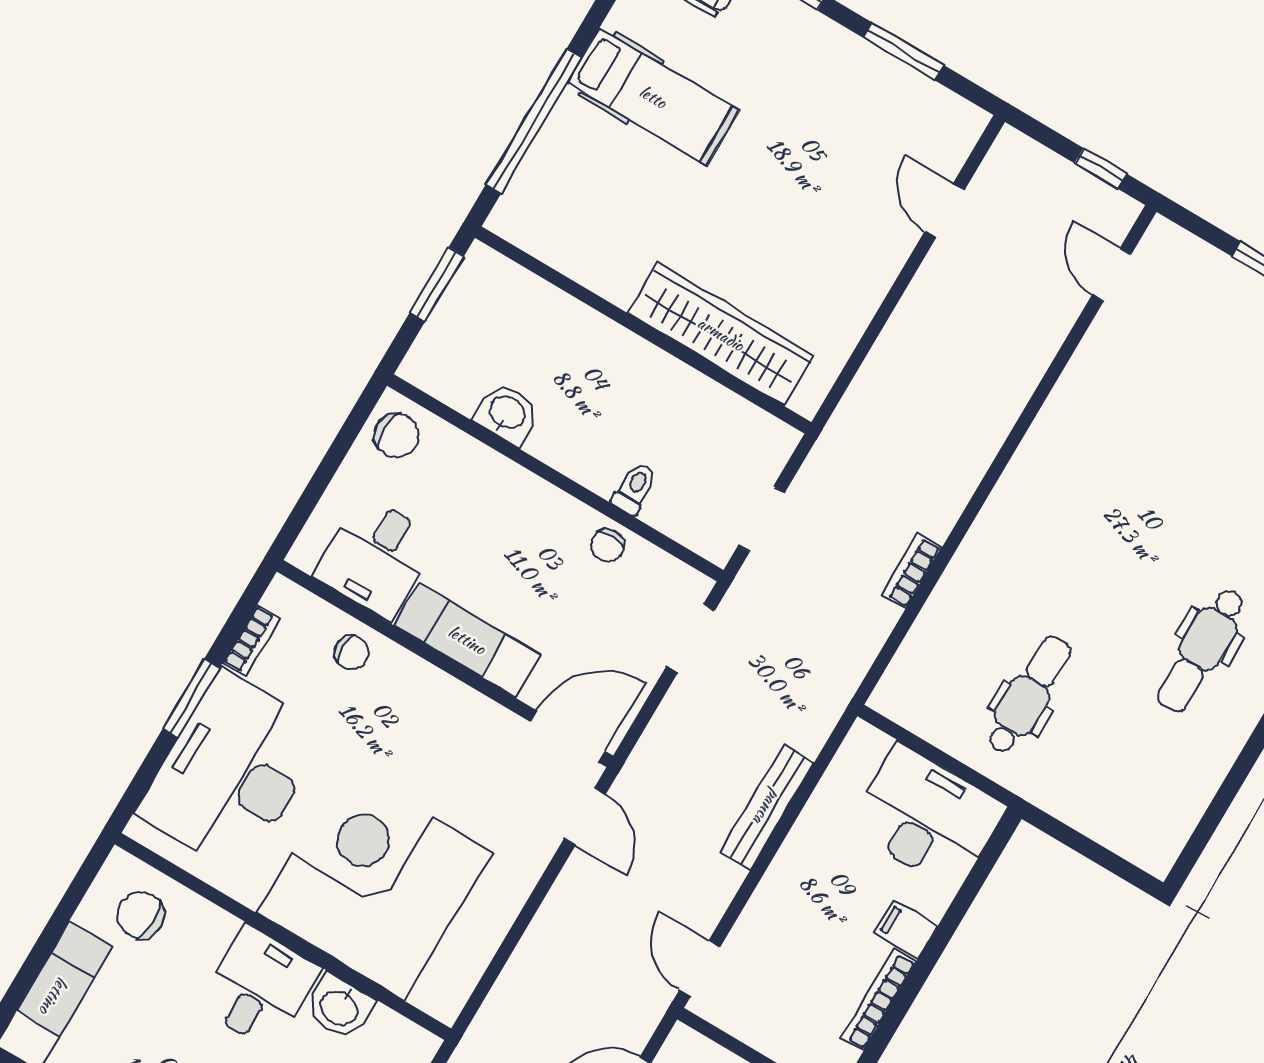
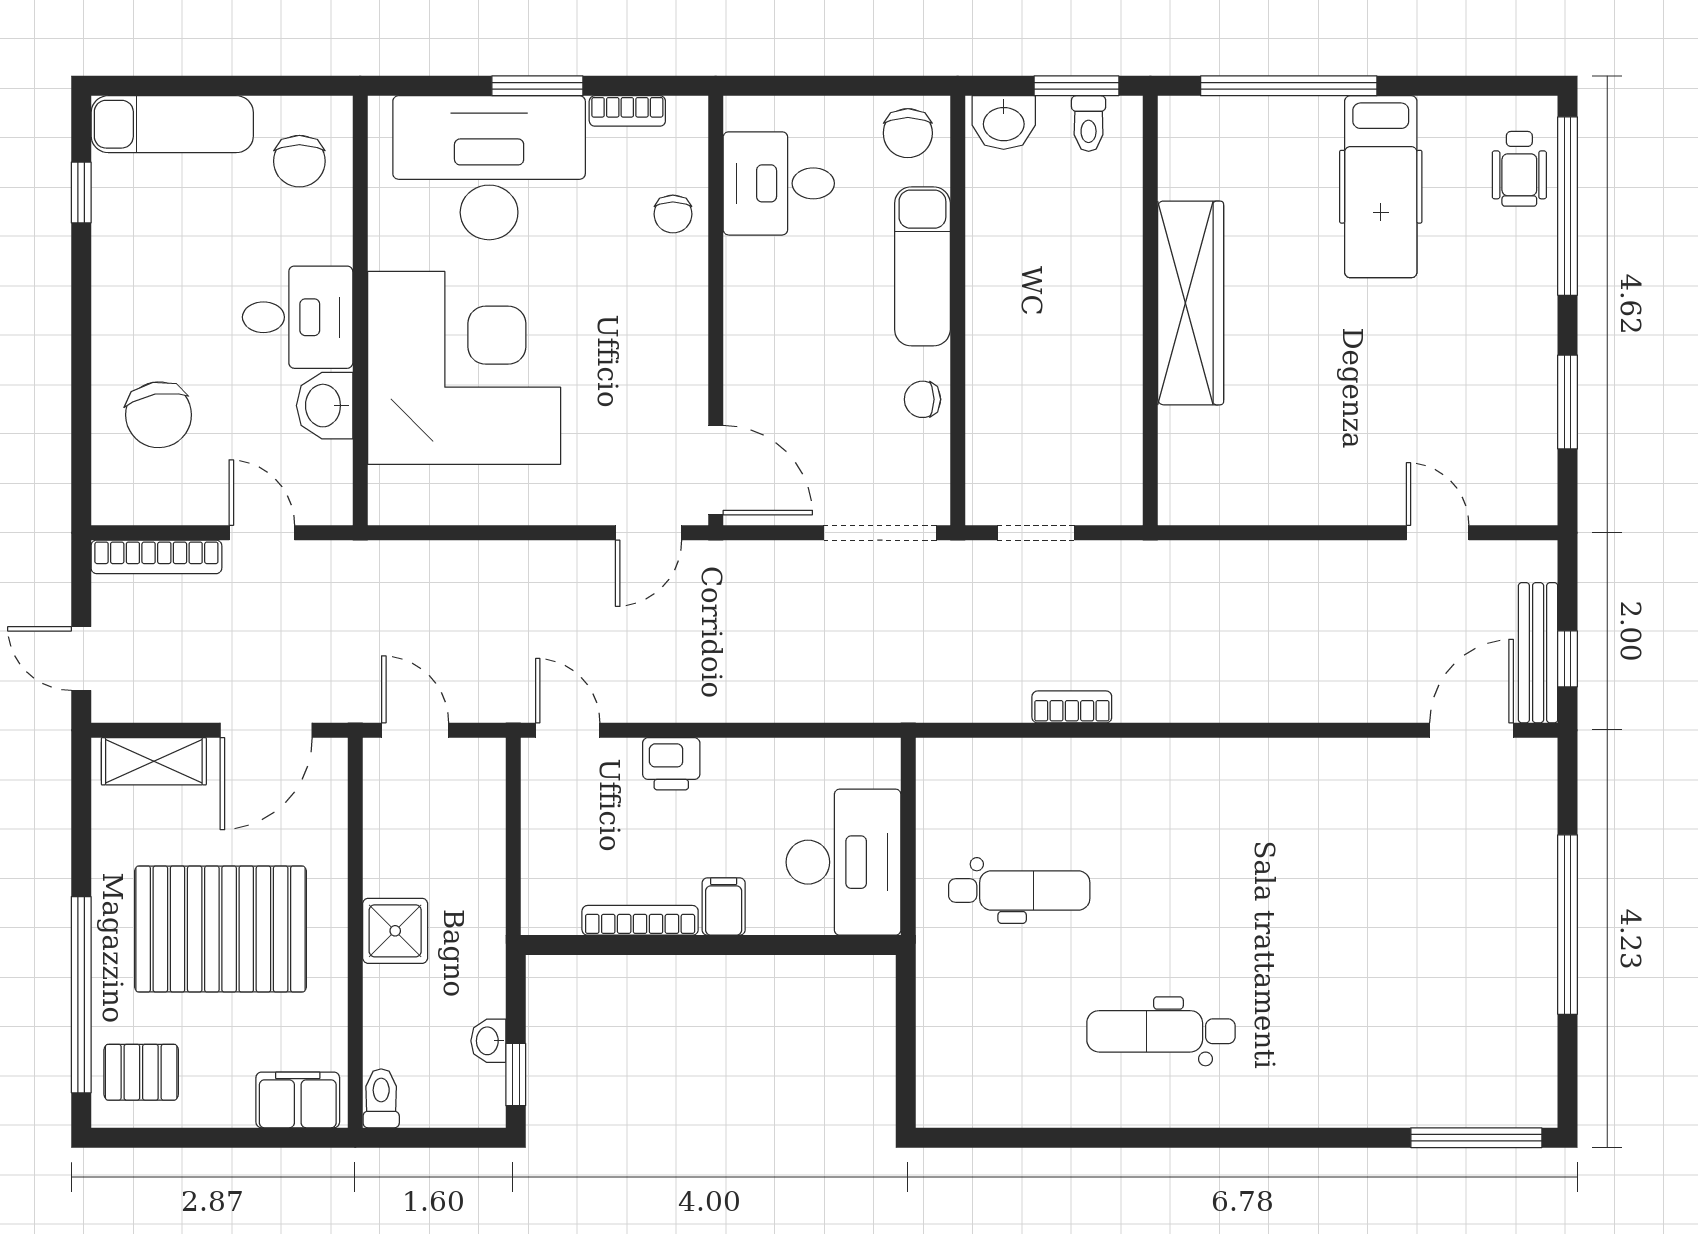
door: (945, 211) -> (1438, 533), hinge flipped
door: (1112, 275) -> (1472, 730), width x1.38
wardrobe: (721, 334) -> (1191, 303), moved
washbasin: (507, 413) -> (1004, 123), moved, turned 90
toilet: (634, 488) -> (1089, 124), moved, turned 90
doorway: (690, 639) -> (880, 533), width x1.38
exam couch: (467, 640) -> (922, 266), moved, turned 180
bench: (767, 807) -> (1538, 653), moved, turned 90
printer: (773, 904) -> (671, 764), added
chair: (140, 915) -> (299, 161), turned 180
door: (700, 968) -> (568, 730), hinge flipped

